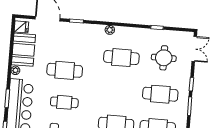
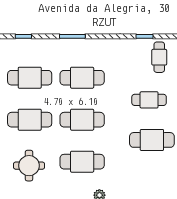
cafe table: (119, 91) -> (82, 120), added

